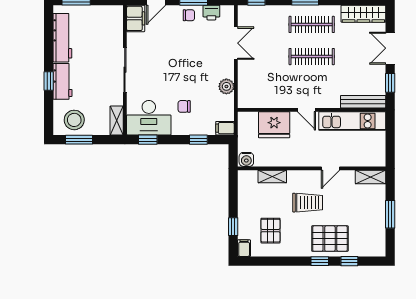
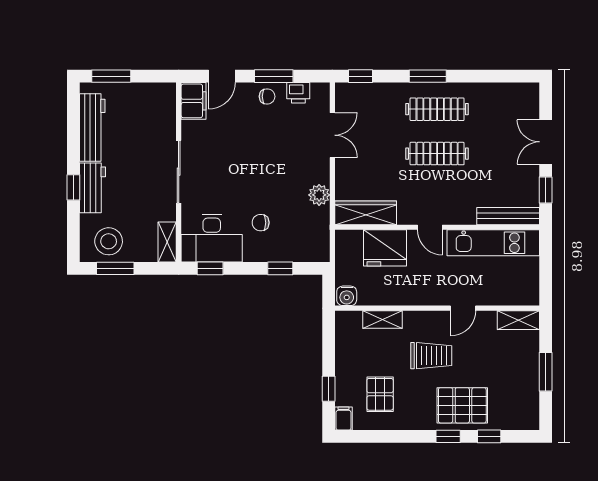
wardrobe: (363, 14) -> (366, 213), moved, turned 180
filing cabinet: (225, 128) -> (317, 253), removed

